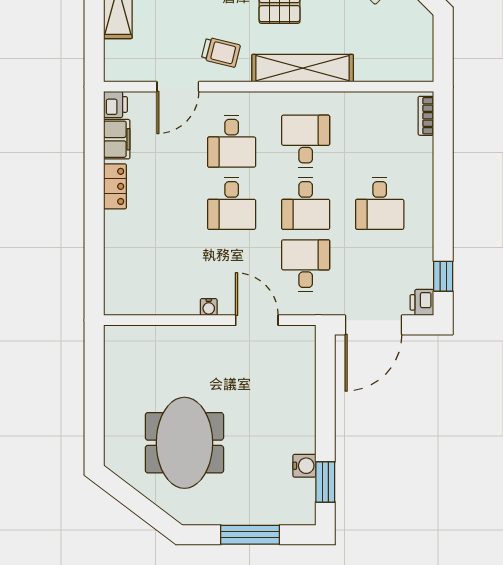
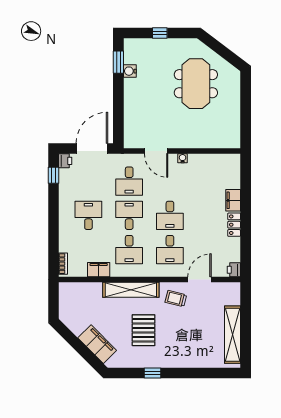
filing cabinet: (361, 105) -> (99, 270), added
filing cabinet: (117, 139) -> (233, 200), moved
desk: (232, 141) -> (170, 250), turned 180
desk: (232, 203) -> (170, 215), turned 180
window: (250, 535) -> (160, 33), width x0.46

